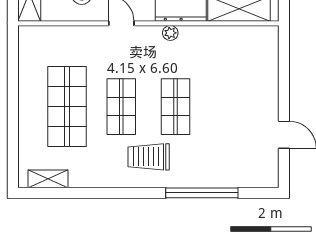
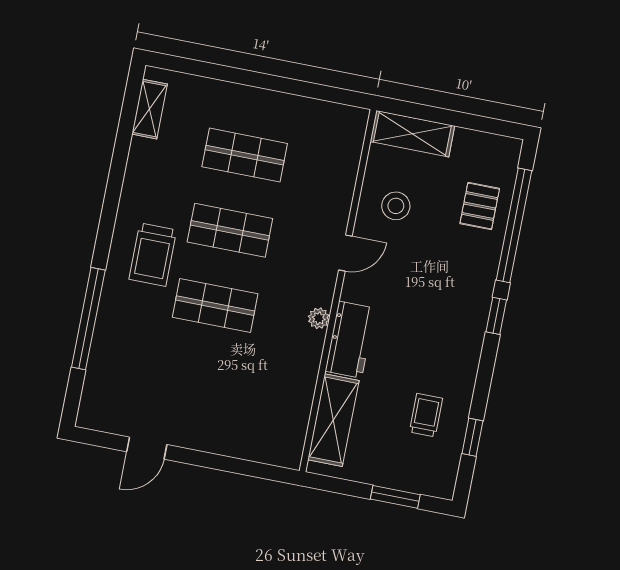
shop shelf: (67, 107) -> (245, 155), width x0.70, depth x0.74
trolley: (149, 157) -> (153, 255), turned 180

